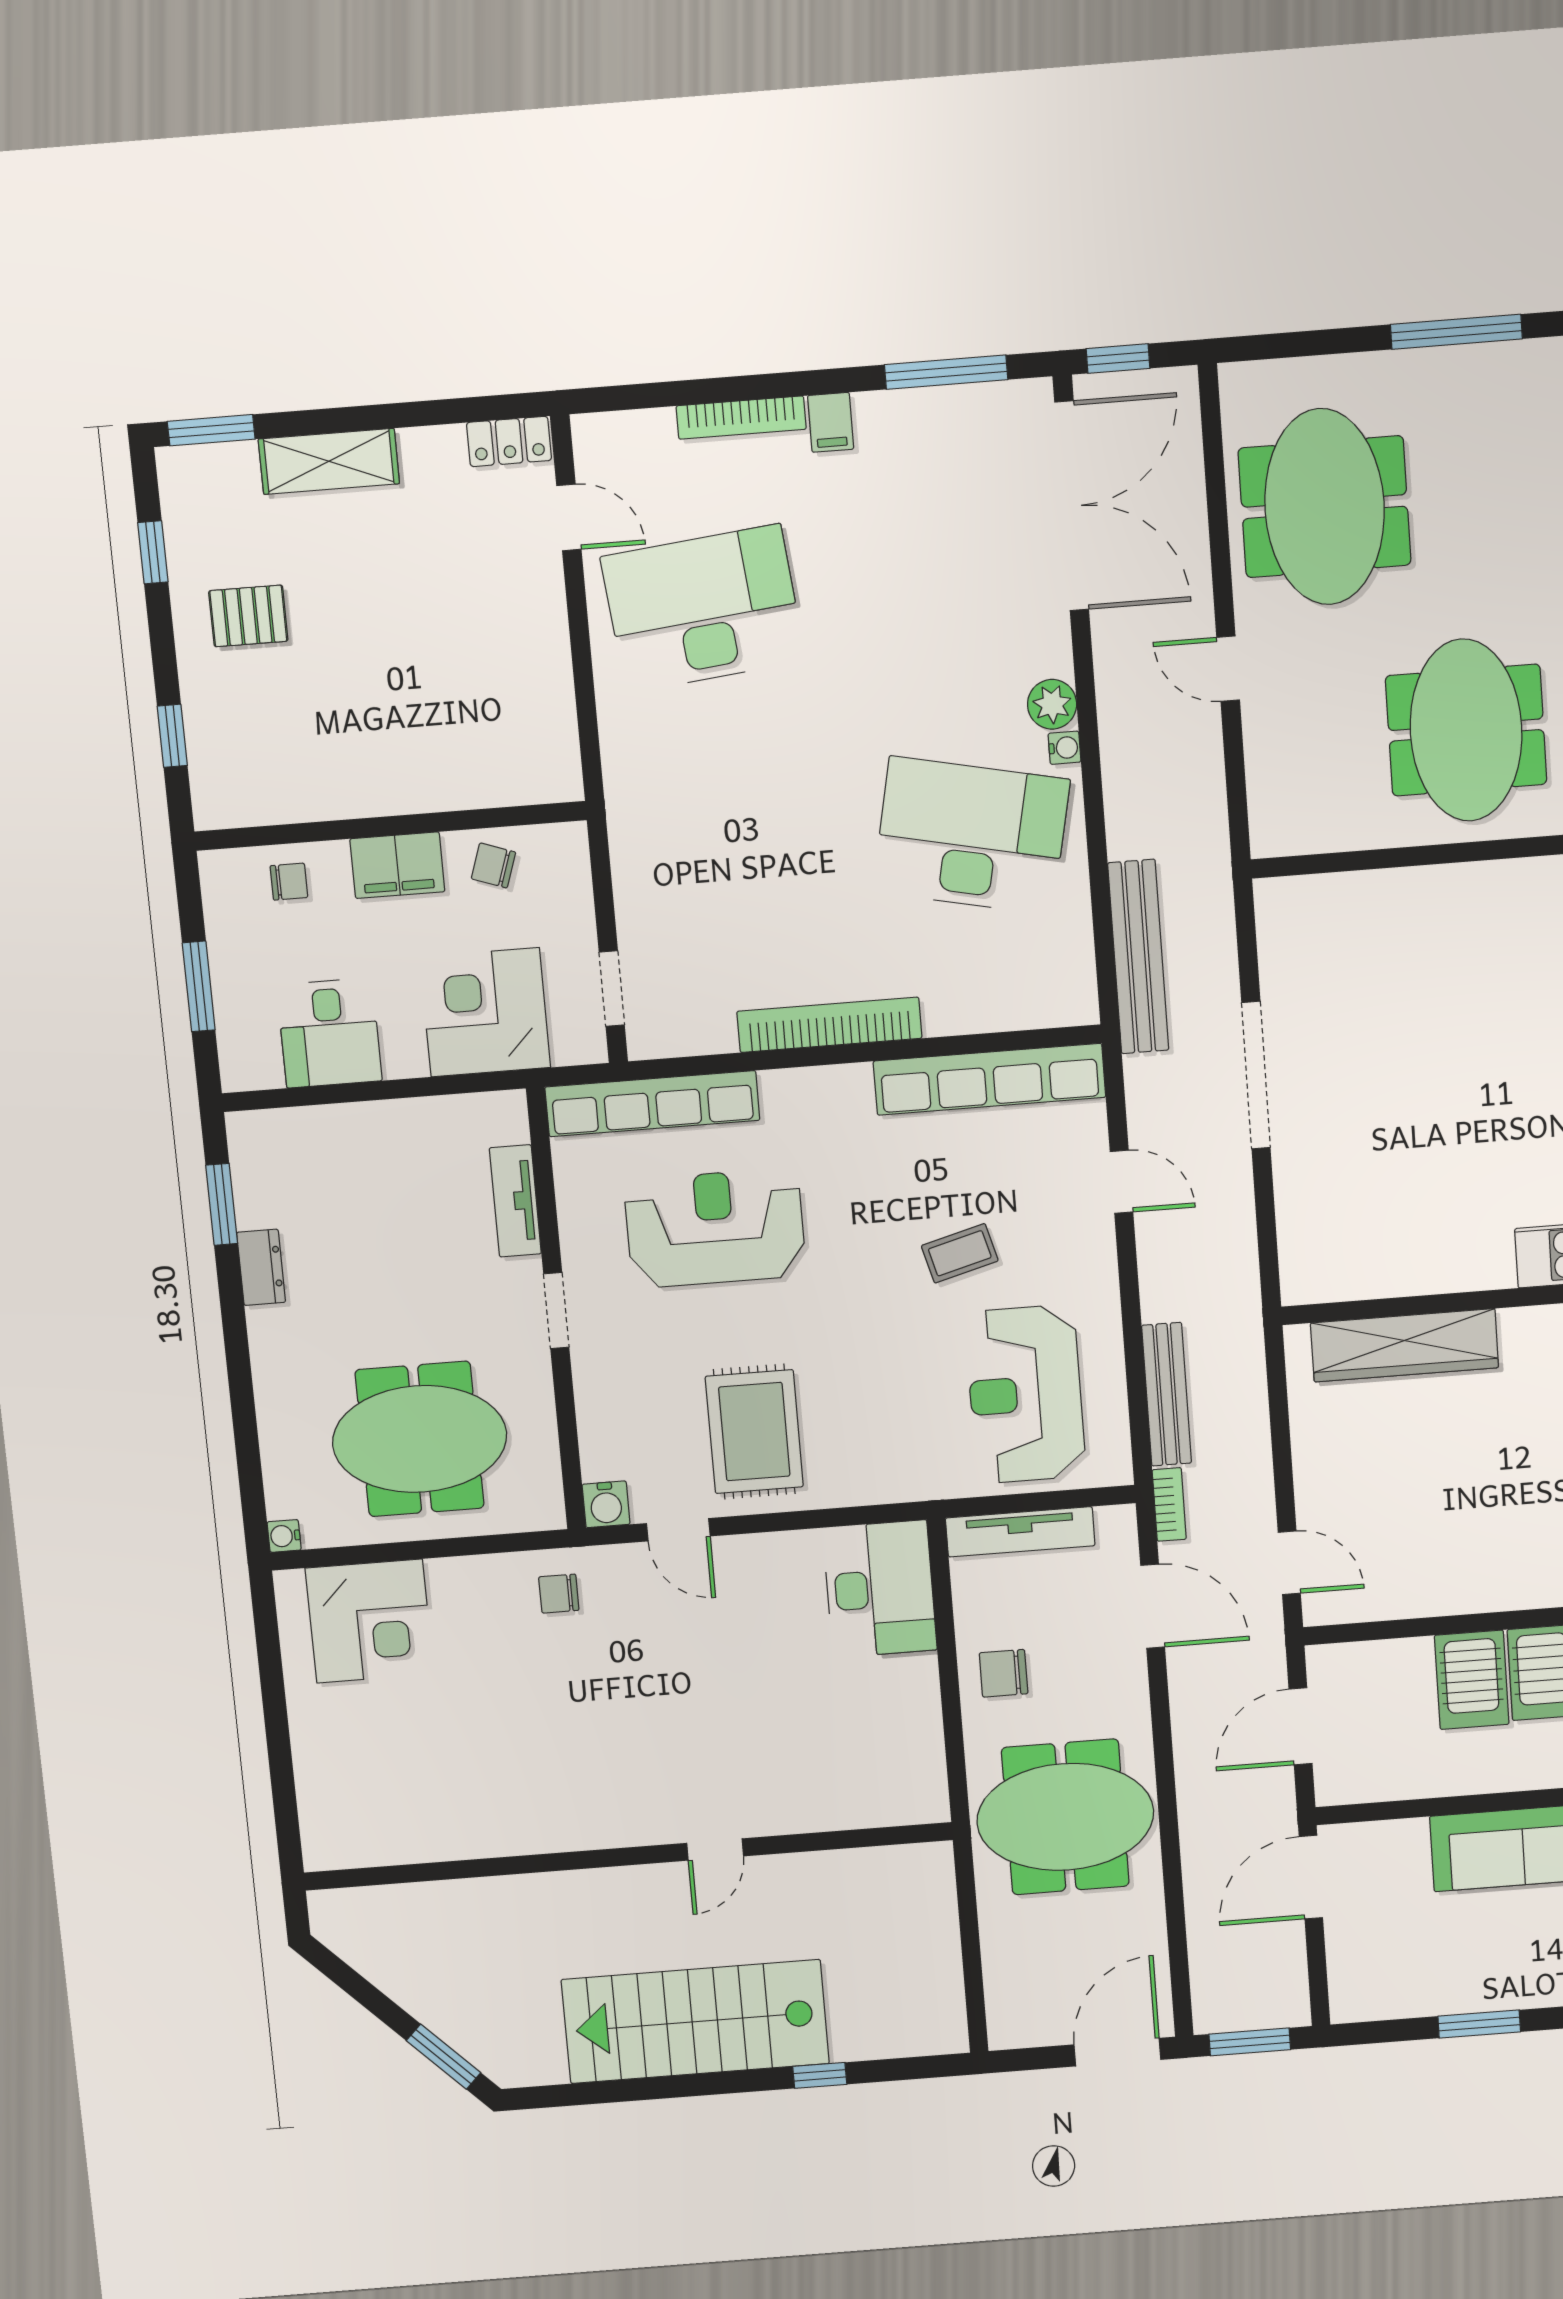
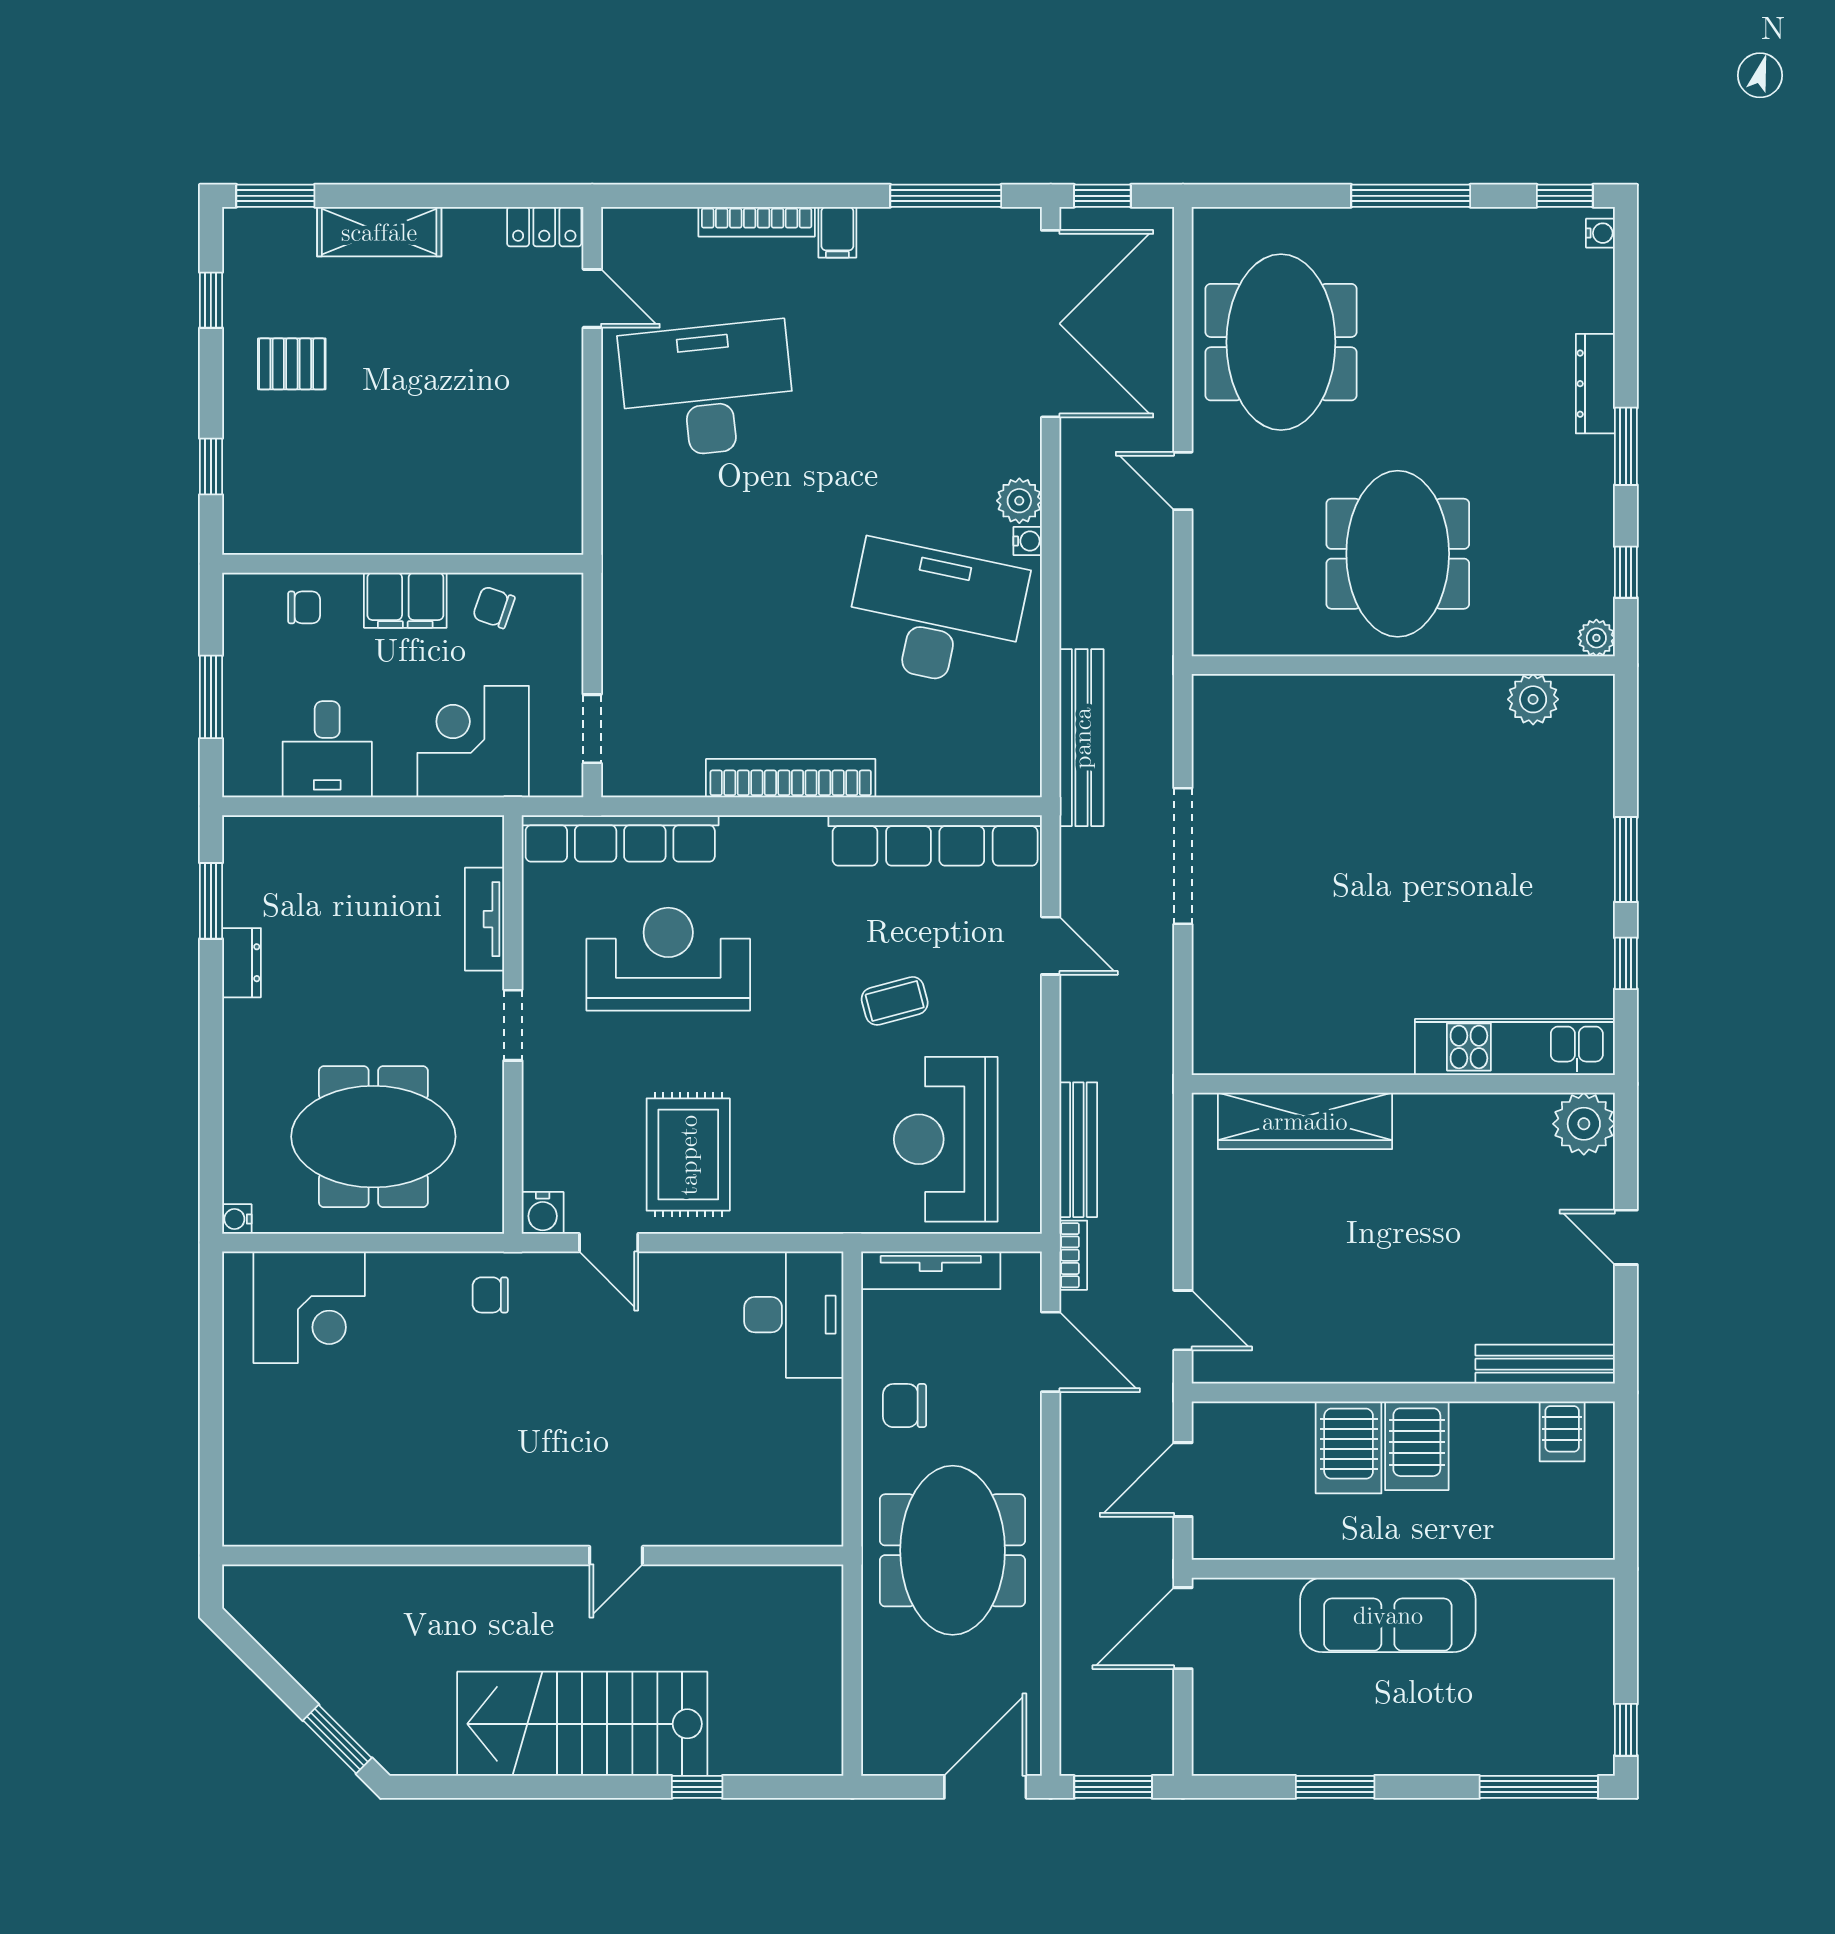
meeting table: (1065, 1817) -> (953, 1550), turned 90

